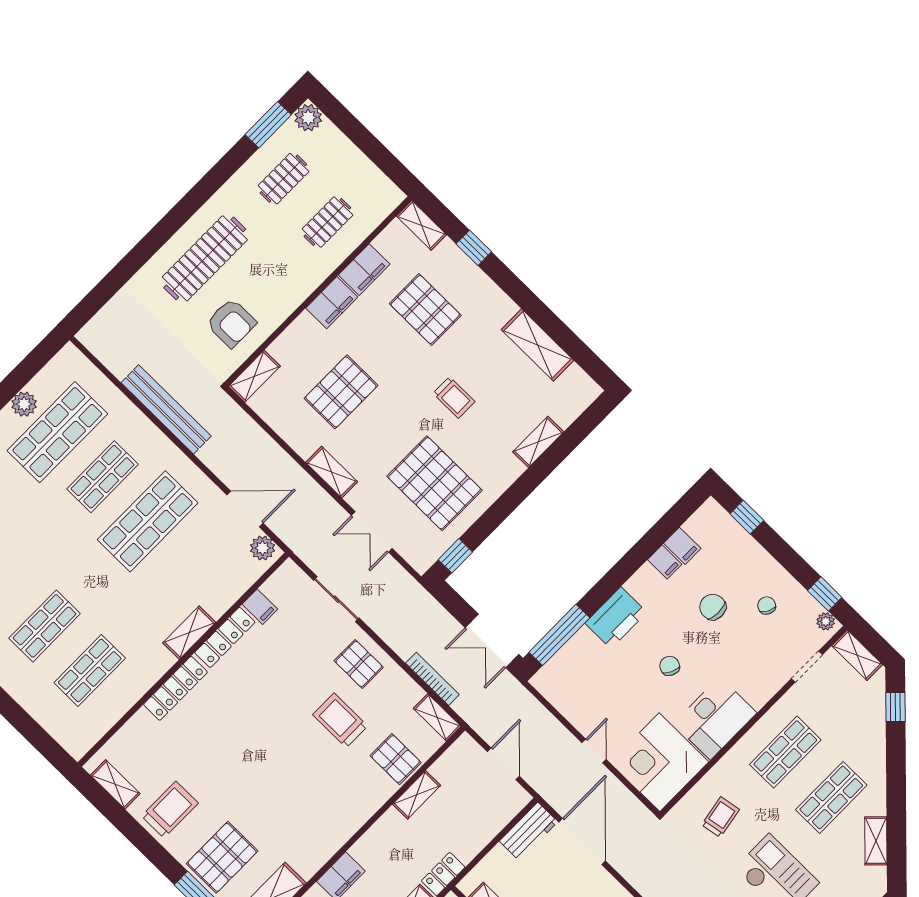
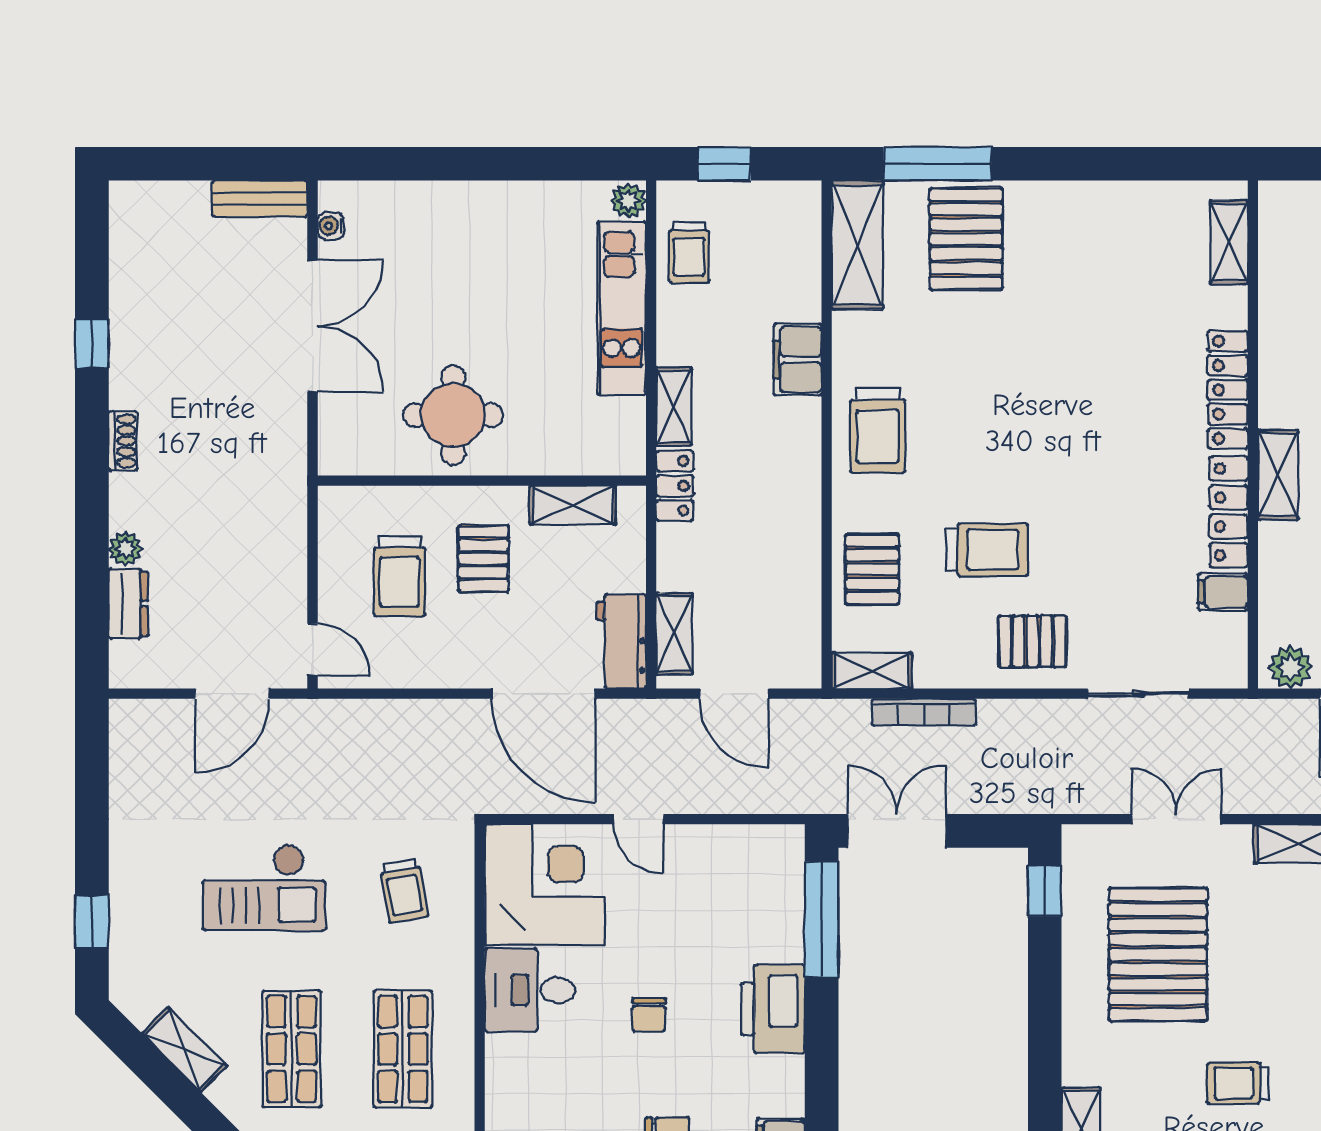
pallet: (434, 483) -> (1158, 954), turned 90
chair: (670, 666) -> (649, 1015), turned 64
desk: (715, 718) -> (530, 990), width x0.73
pallet: (396, 759) -> (872, 569), turned 90
shelving: (115, 784) -> (1229, 242), moved, turned 90
shelving: (417, 795) -> (674, 634), moved
trolley: (170, 810) -> (878, 430), moved

